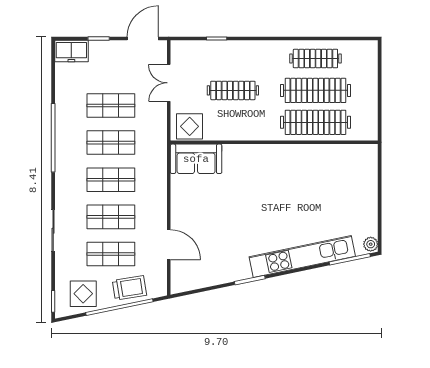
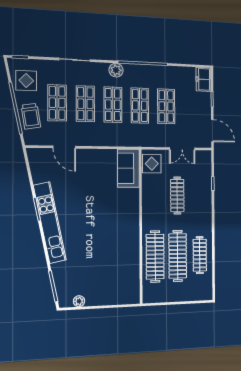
double door: (169, 83) -> (182, 149), swing flipped
plant: (64, 175) -> (116, 70), added
plant: (371, 244) -> (79, 301), moved
door: (169, 245) -> (64, 147), hinge flipped
kitchen unit: (302, 256) -> (50, 223), moved

